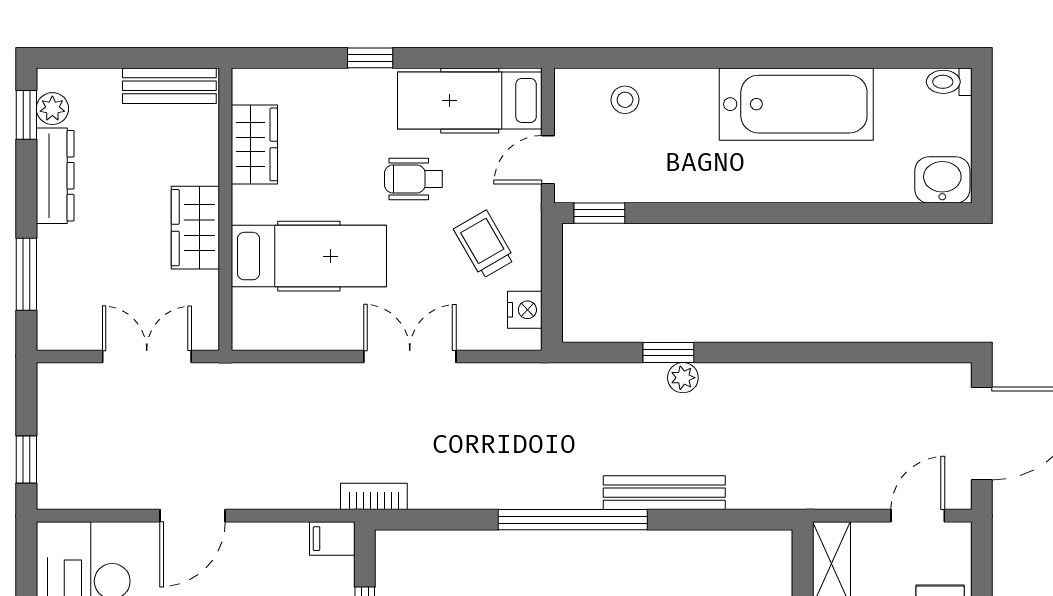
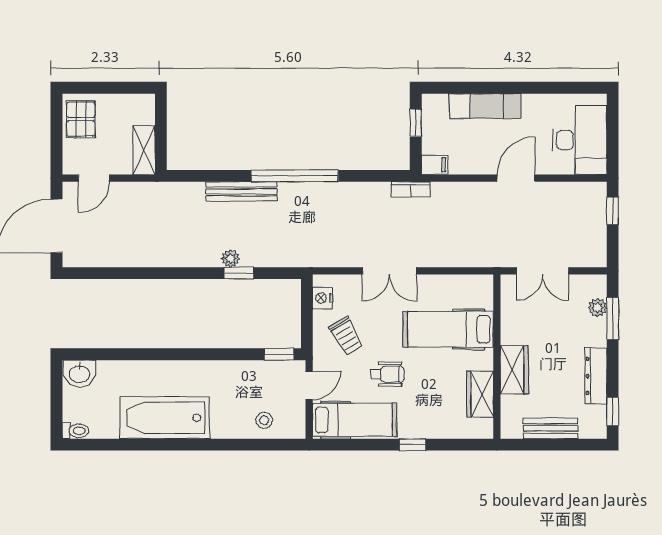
bench: (169, 86) -> (551, 428), moved
plant: (52, 109) -> (598, 308), moved
wardrobe: (195, 228) -> (514, 370), moved

